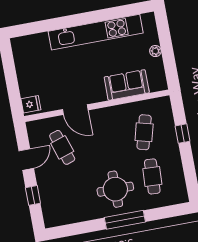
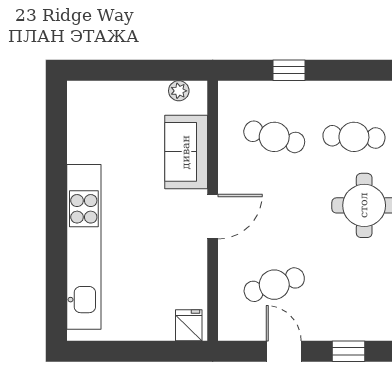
kitchen unit: (96, 32) -> (84, 247), moved
plant: (155, 51) -> (179, 91), moved
door: (75, 110) -> (213, 217), moved

